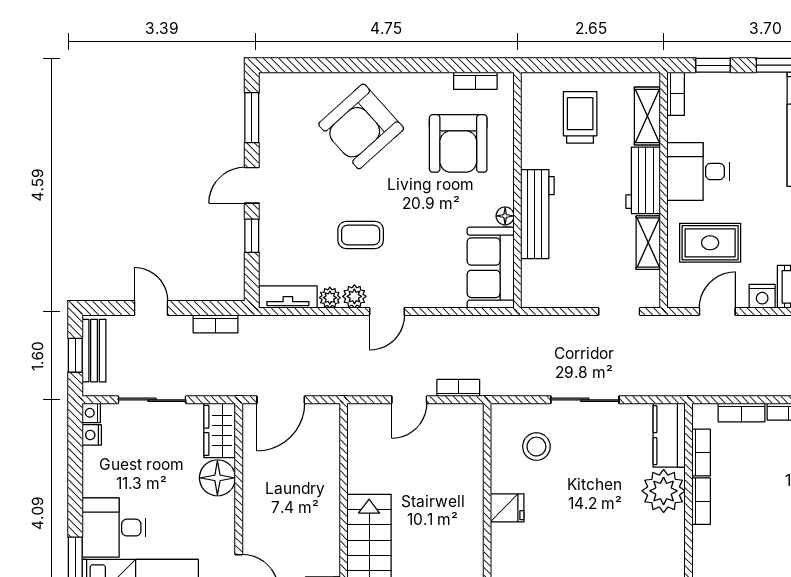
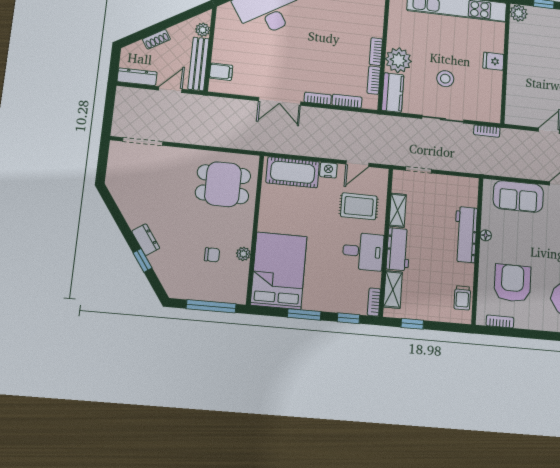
window: (613, 65) -> (412, 324), added
trolley: (580, 117) -> (462, 298), moved, width x0.73, depth x0.72
sofa: (491, 268) -> (518, 196), moved, turned 90
bookcase: (458, 388) -> (487, 131), moved
stool: (536, 447) -> (445, 79), moved

